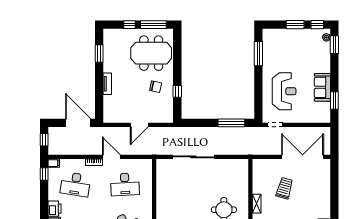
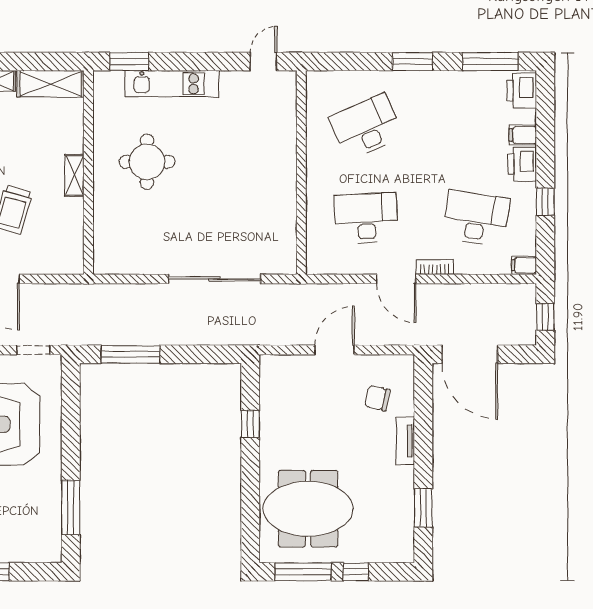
chair: (156, 87) -> (377, 398), moved
window: (44, 174) -> (545, 202), moved

